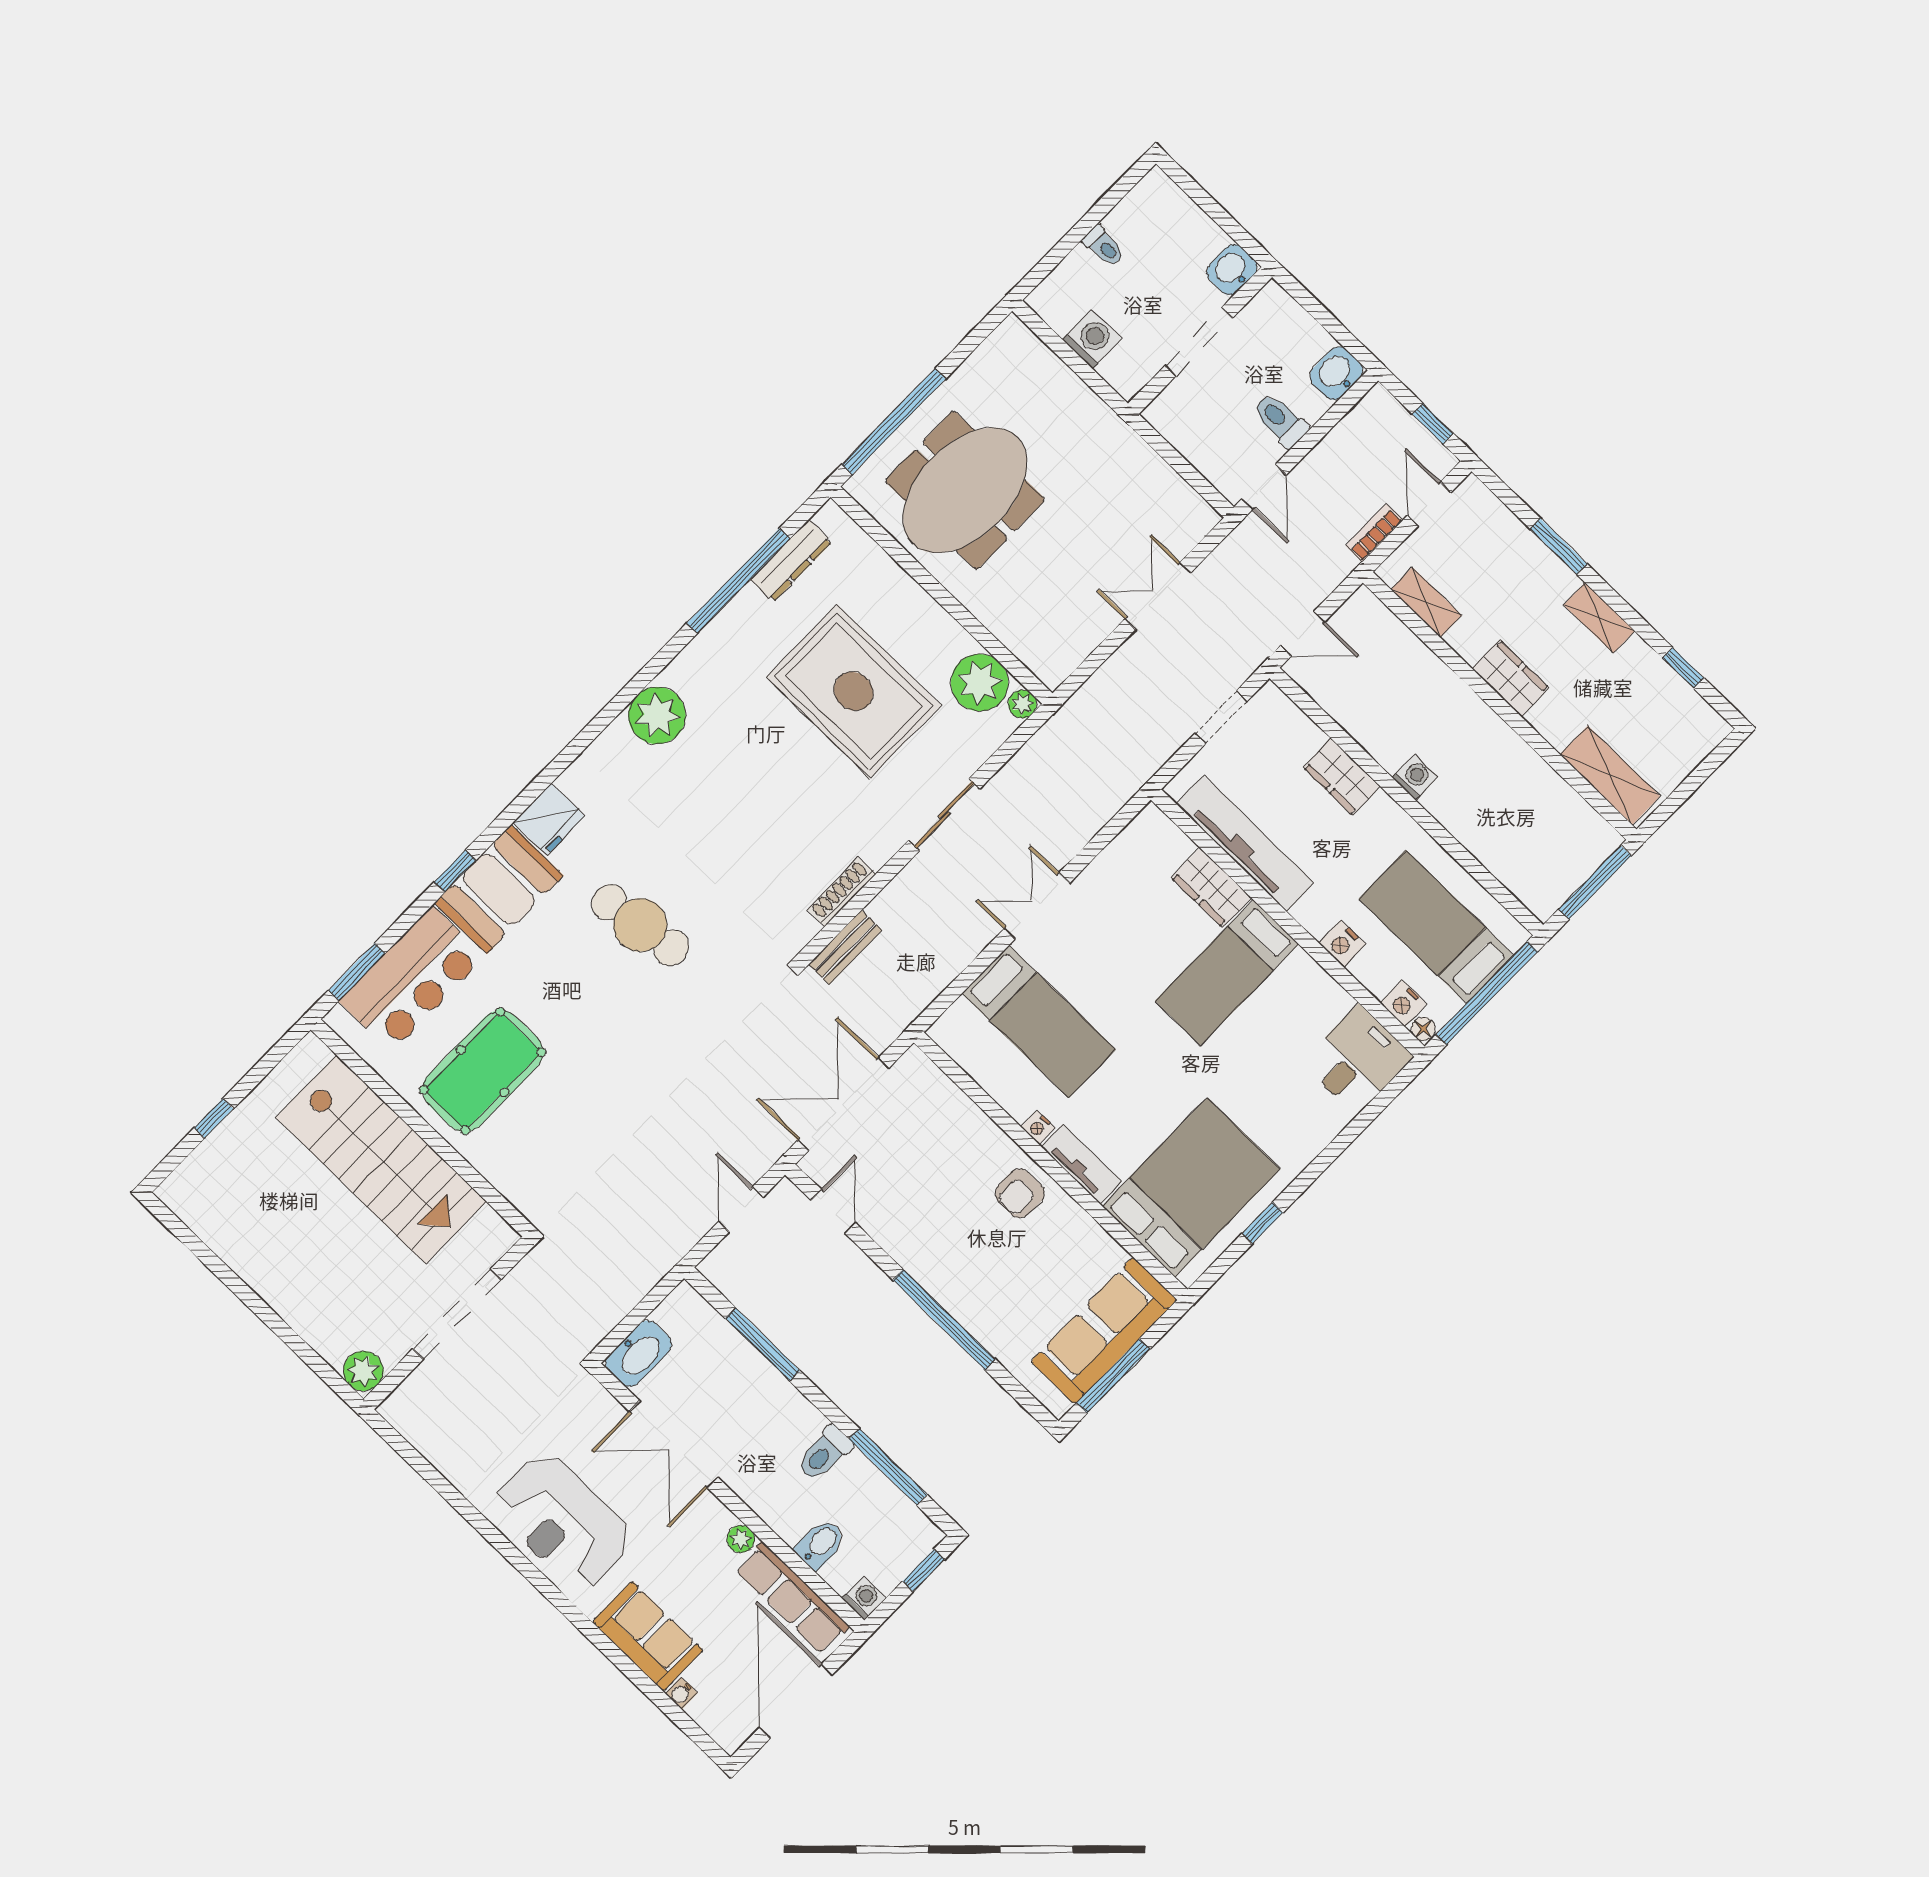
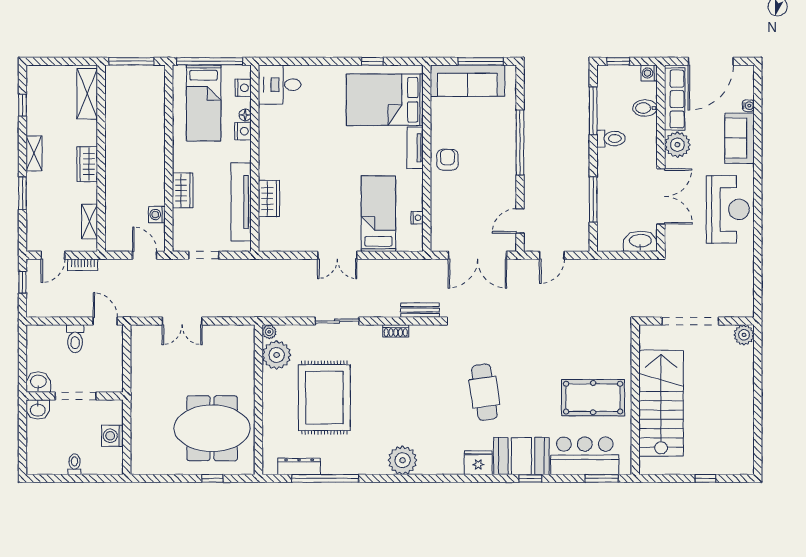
washbasin: (1336, 373) -> (38, 382), moved, turned 180
window: (894, 422) -> (212, 478), width x0.32
door: (1264, 487) -> (105, 321), hinge flipped
washing machine: (1415, 777) -> (157, 215), moved
shoe rack: (842, 892) -> (396, 331), width x0.70
bed: (1227, 972) -> (294, 163), removed
floor lamp: (1423, 1029) -> (245, 115), moved
nightstand: (1038, 1127) -> (417, 218), moved
armchair: (1020, 1193) -> (447, 160), turned -90
plant: (741, 1539) -> (677, 145), width x1.87, depth x1.87

